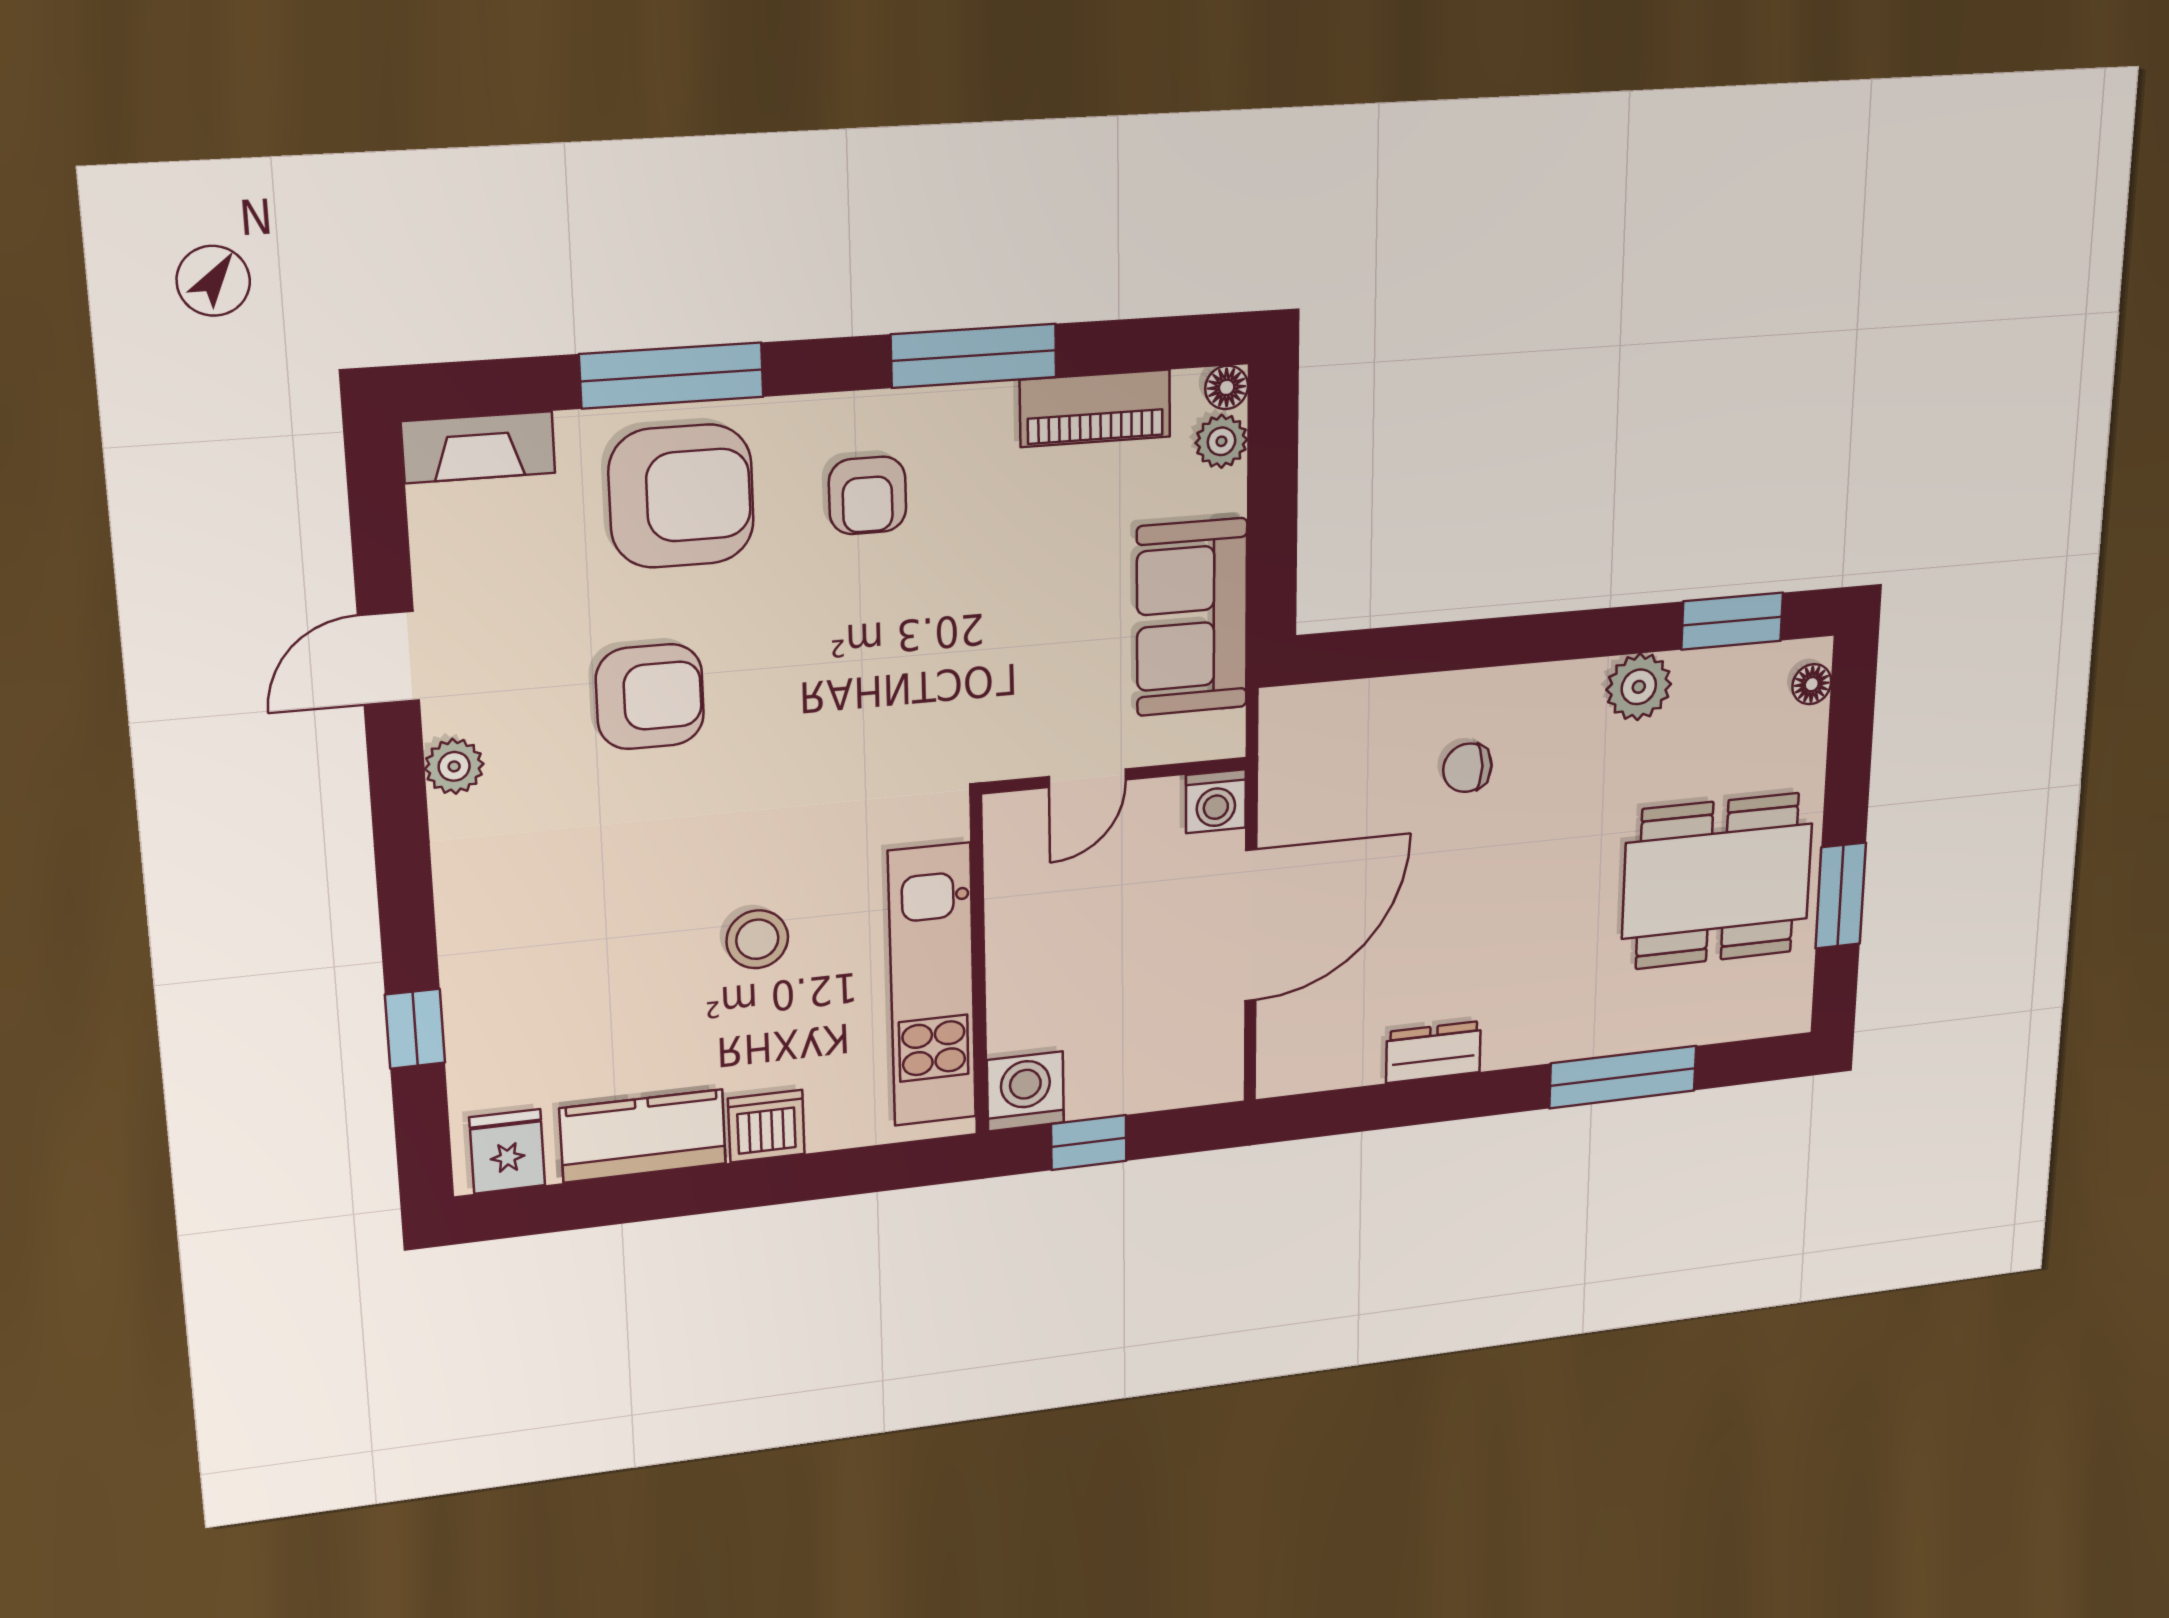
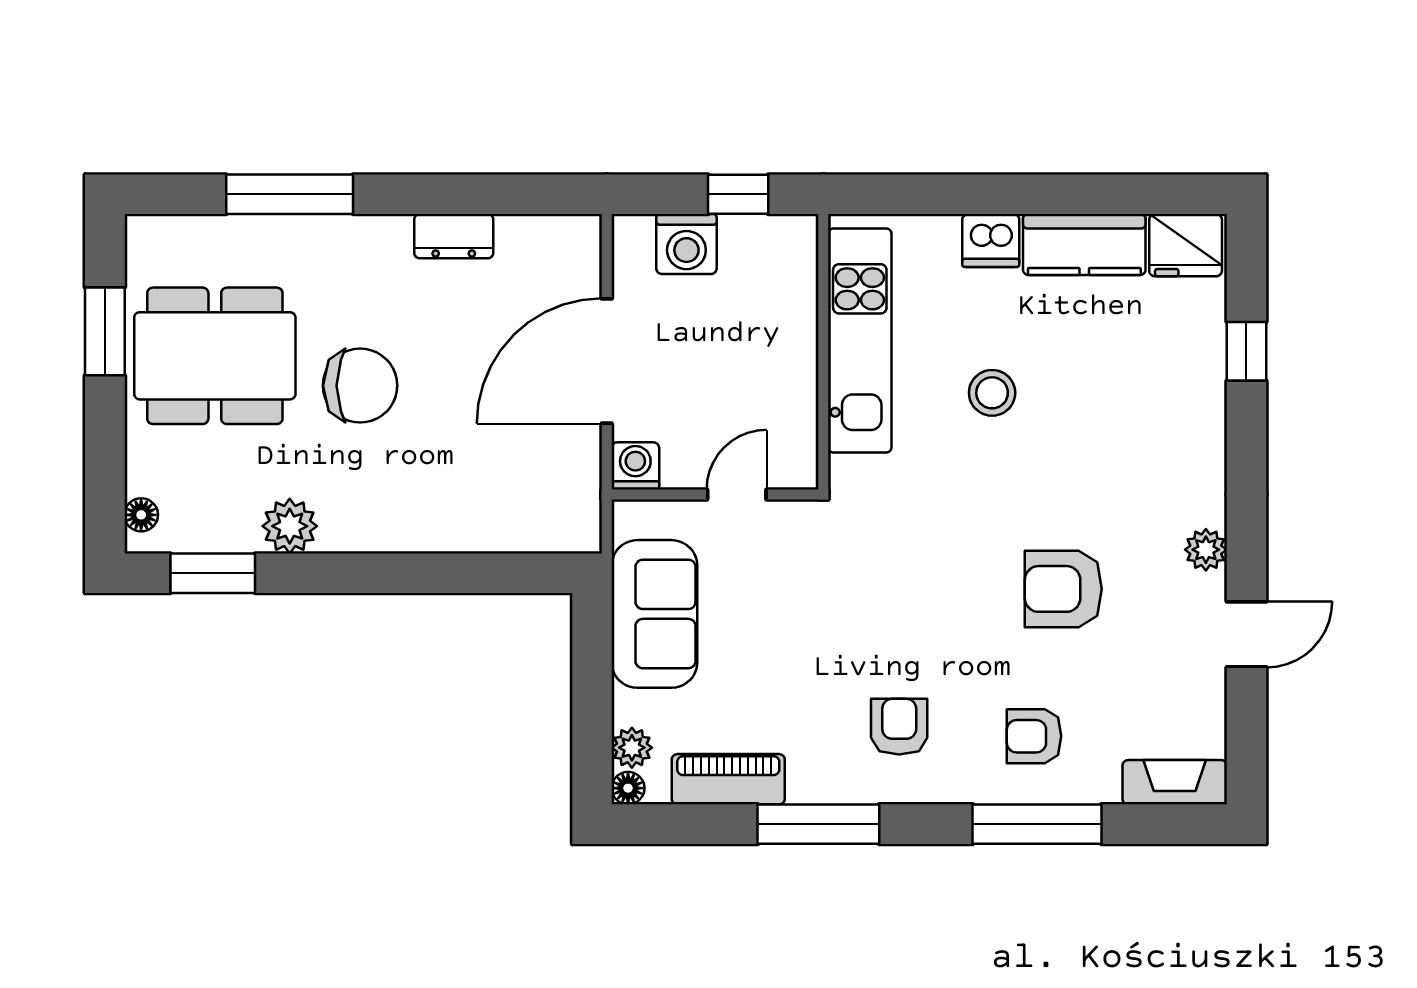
armchair: (681, 496) -> (1034, 736), width x0.53, depth x0.53
chair: (1467, 768) -> (360, 386), moved, width x1.87, depth x1.87
washing machine: (1025, 1091) -> (686, 244), moved
fridge: (507, 1151) -> (1186, 245), width x1.38

